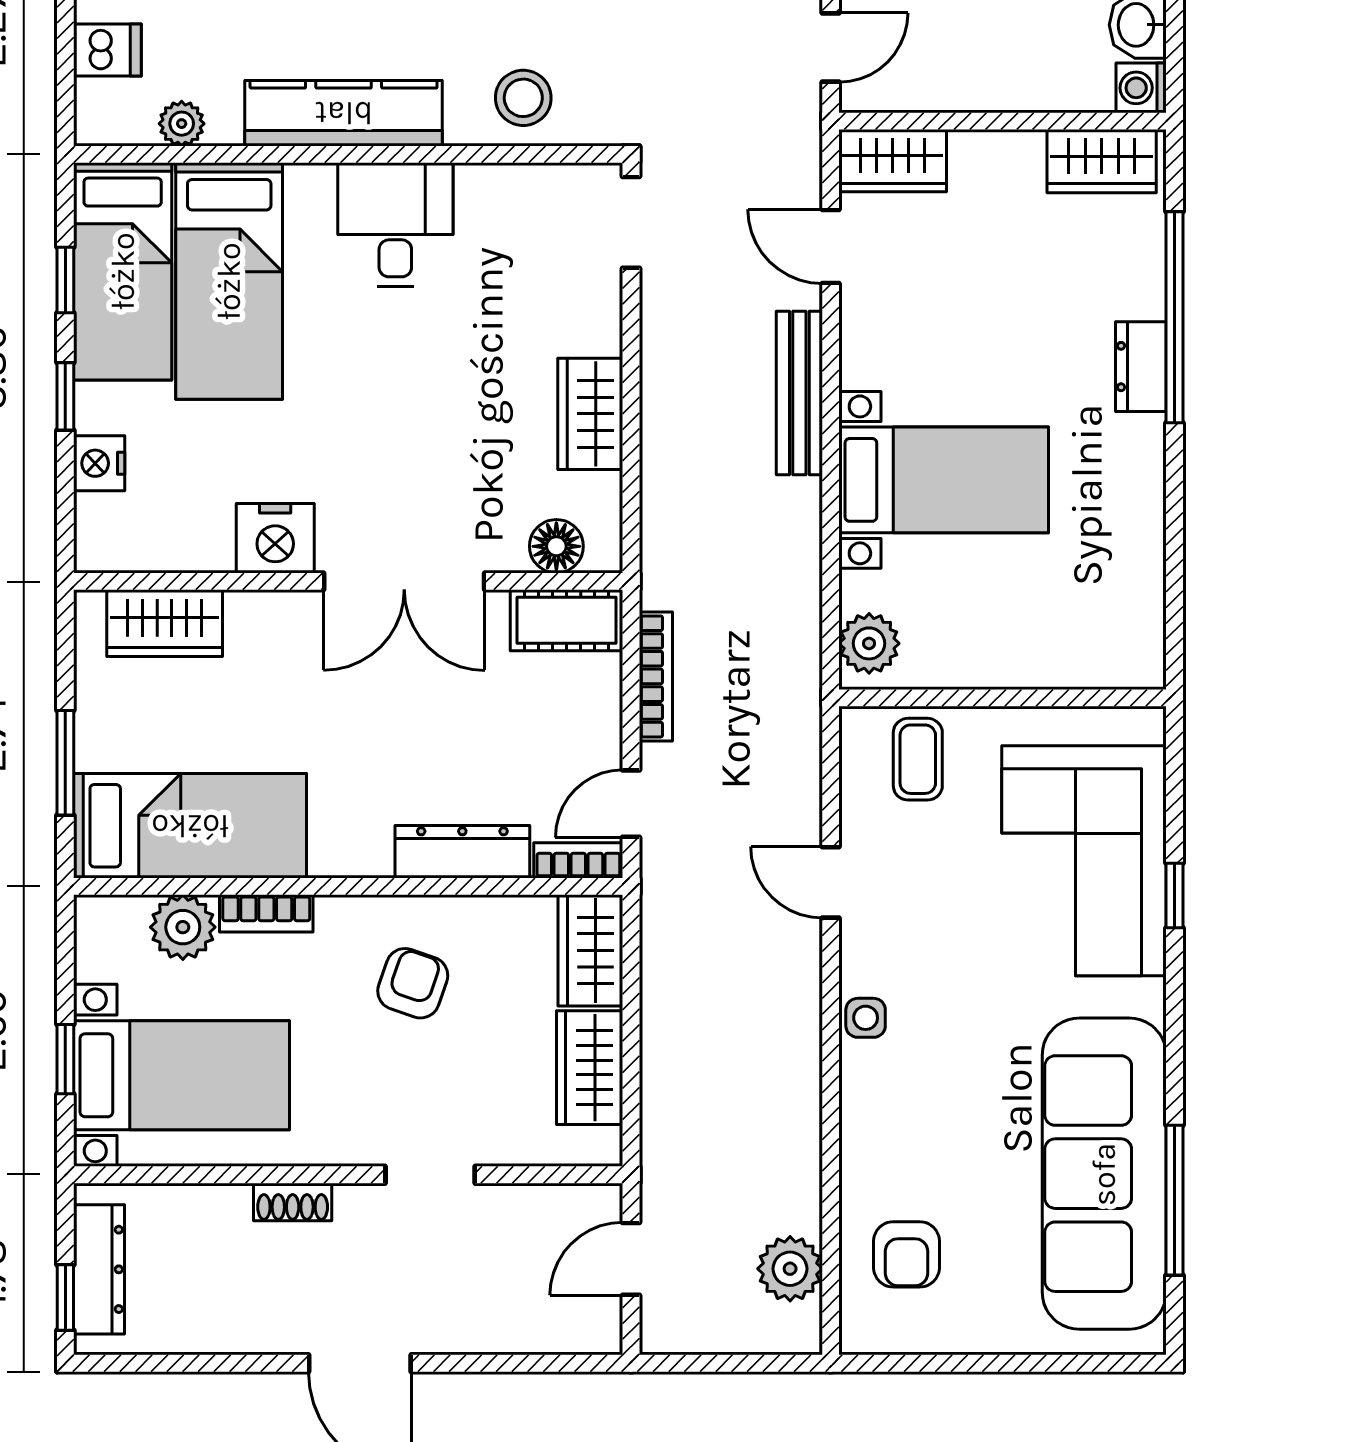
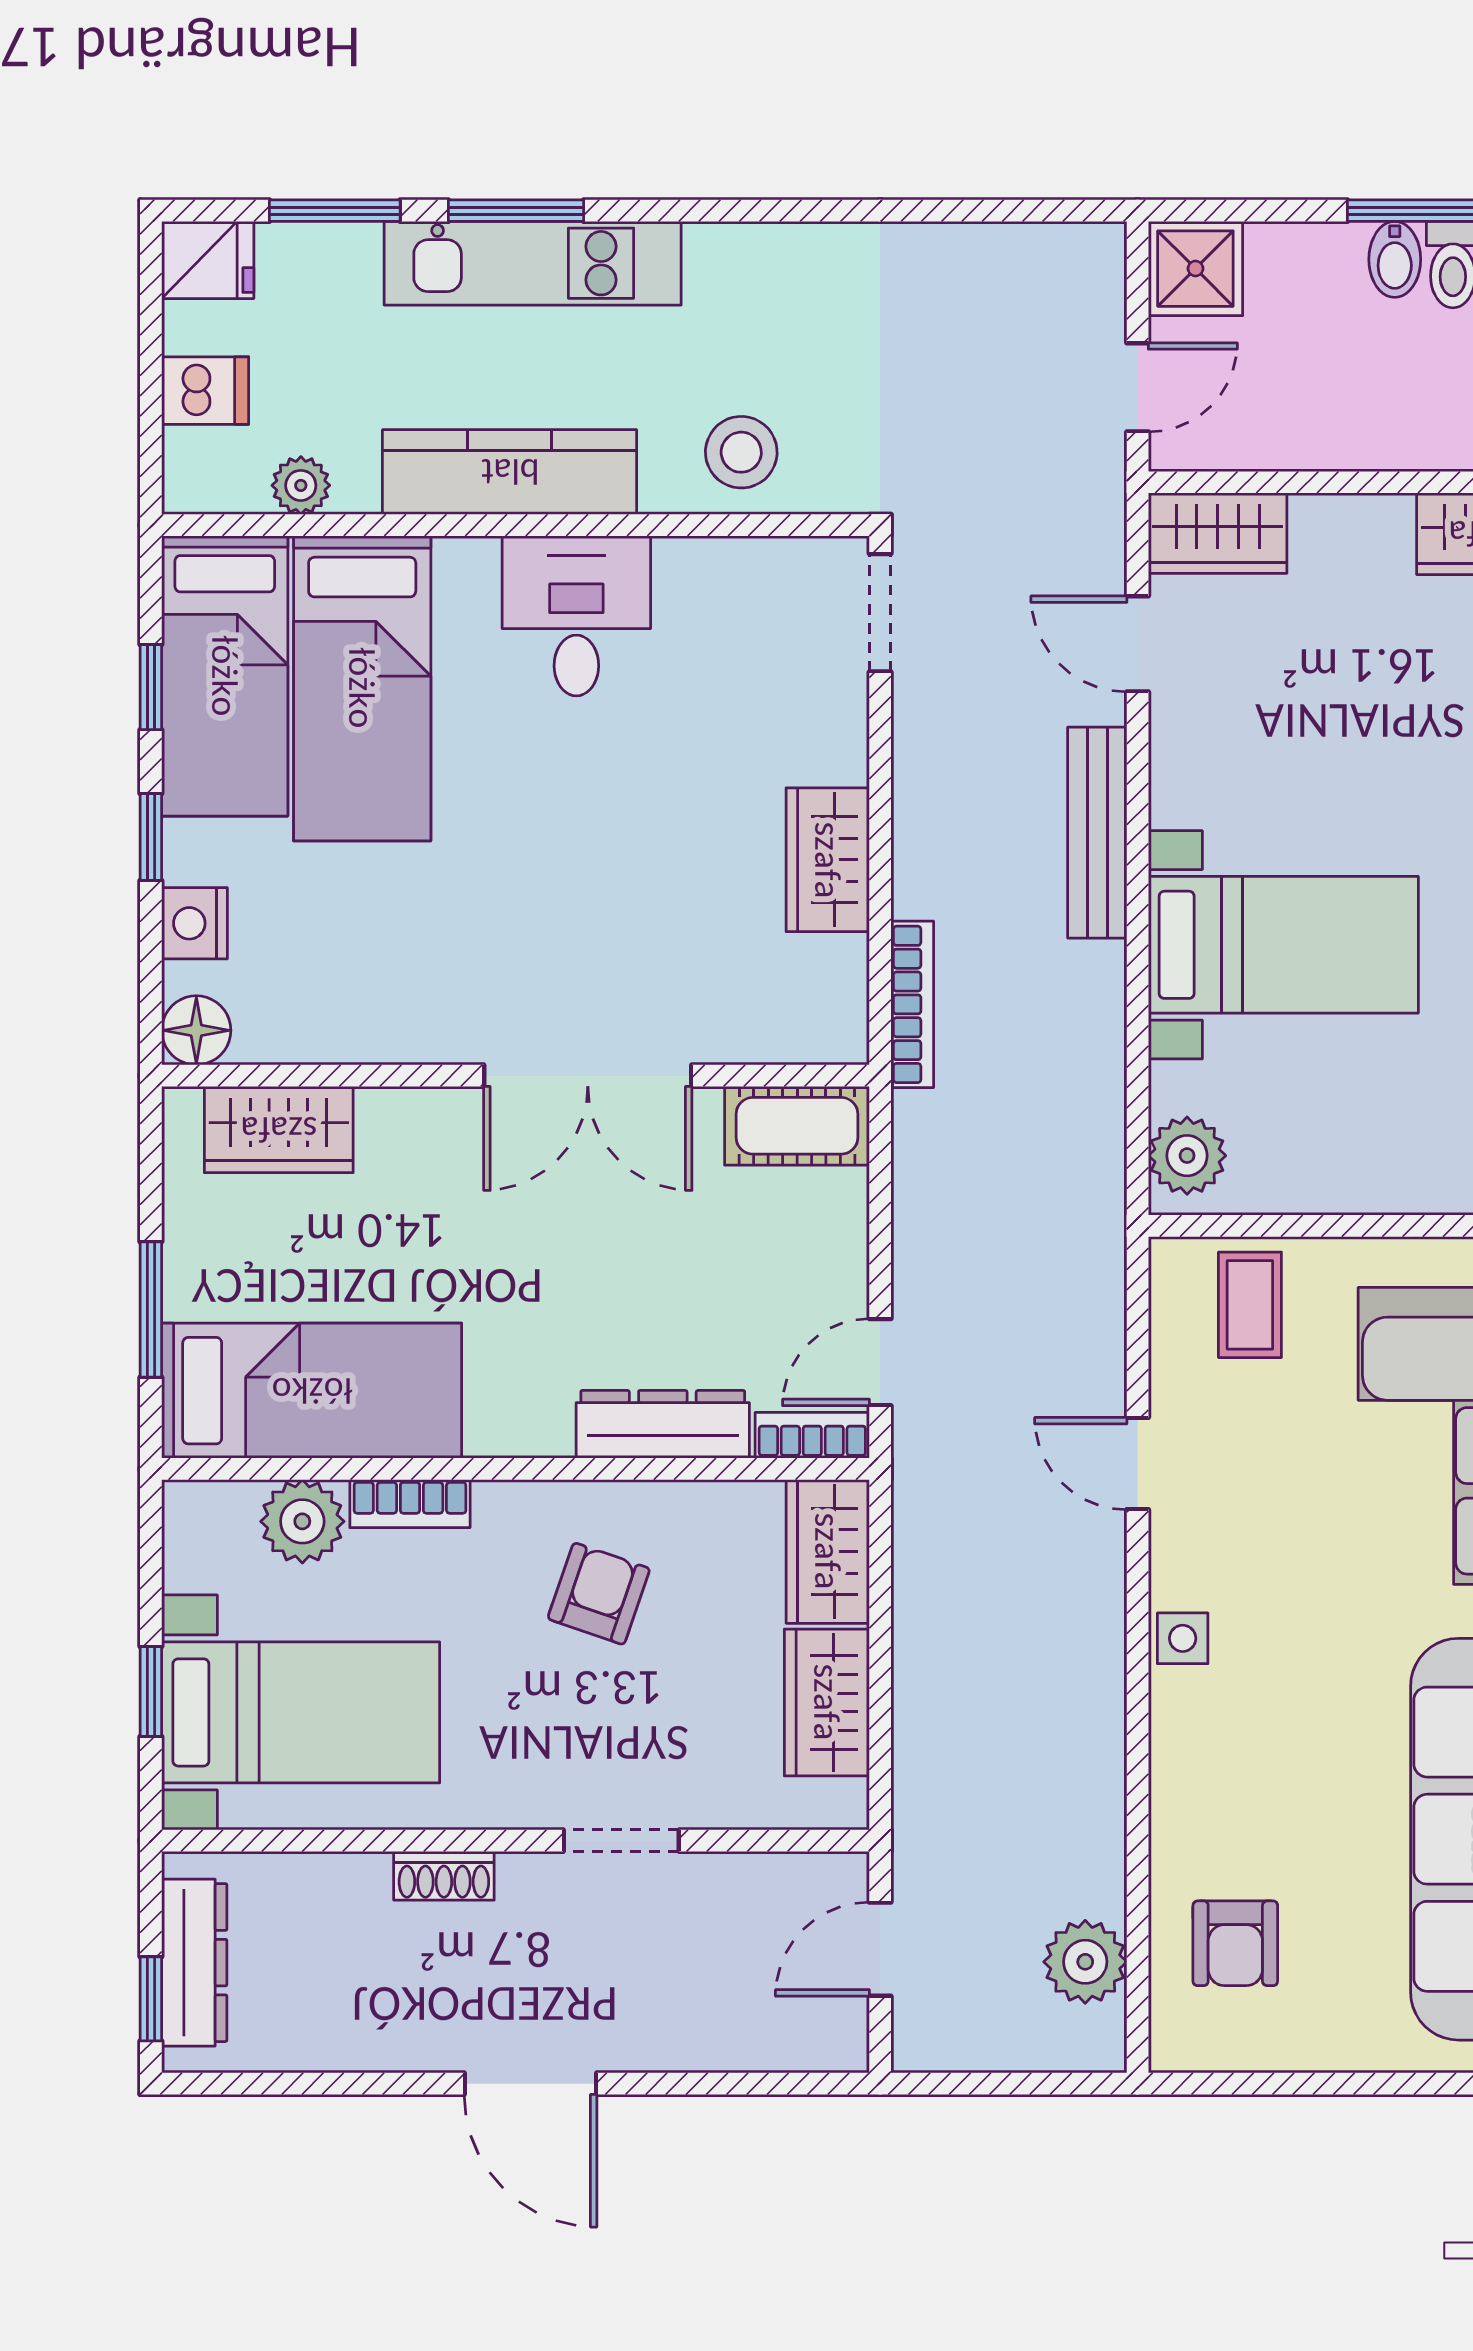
nightstand: (275, 538) -> (421, 1020), removed
floor lamp: (556, 546) -> (196, 1030), moved
bookcase: (656, 676) -> (912, 1004), moved

